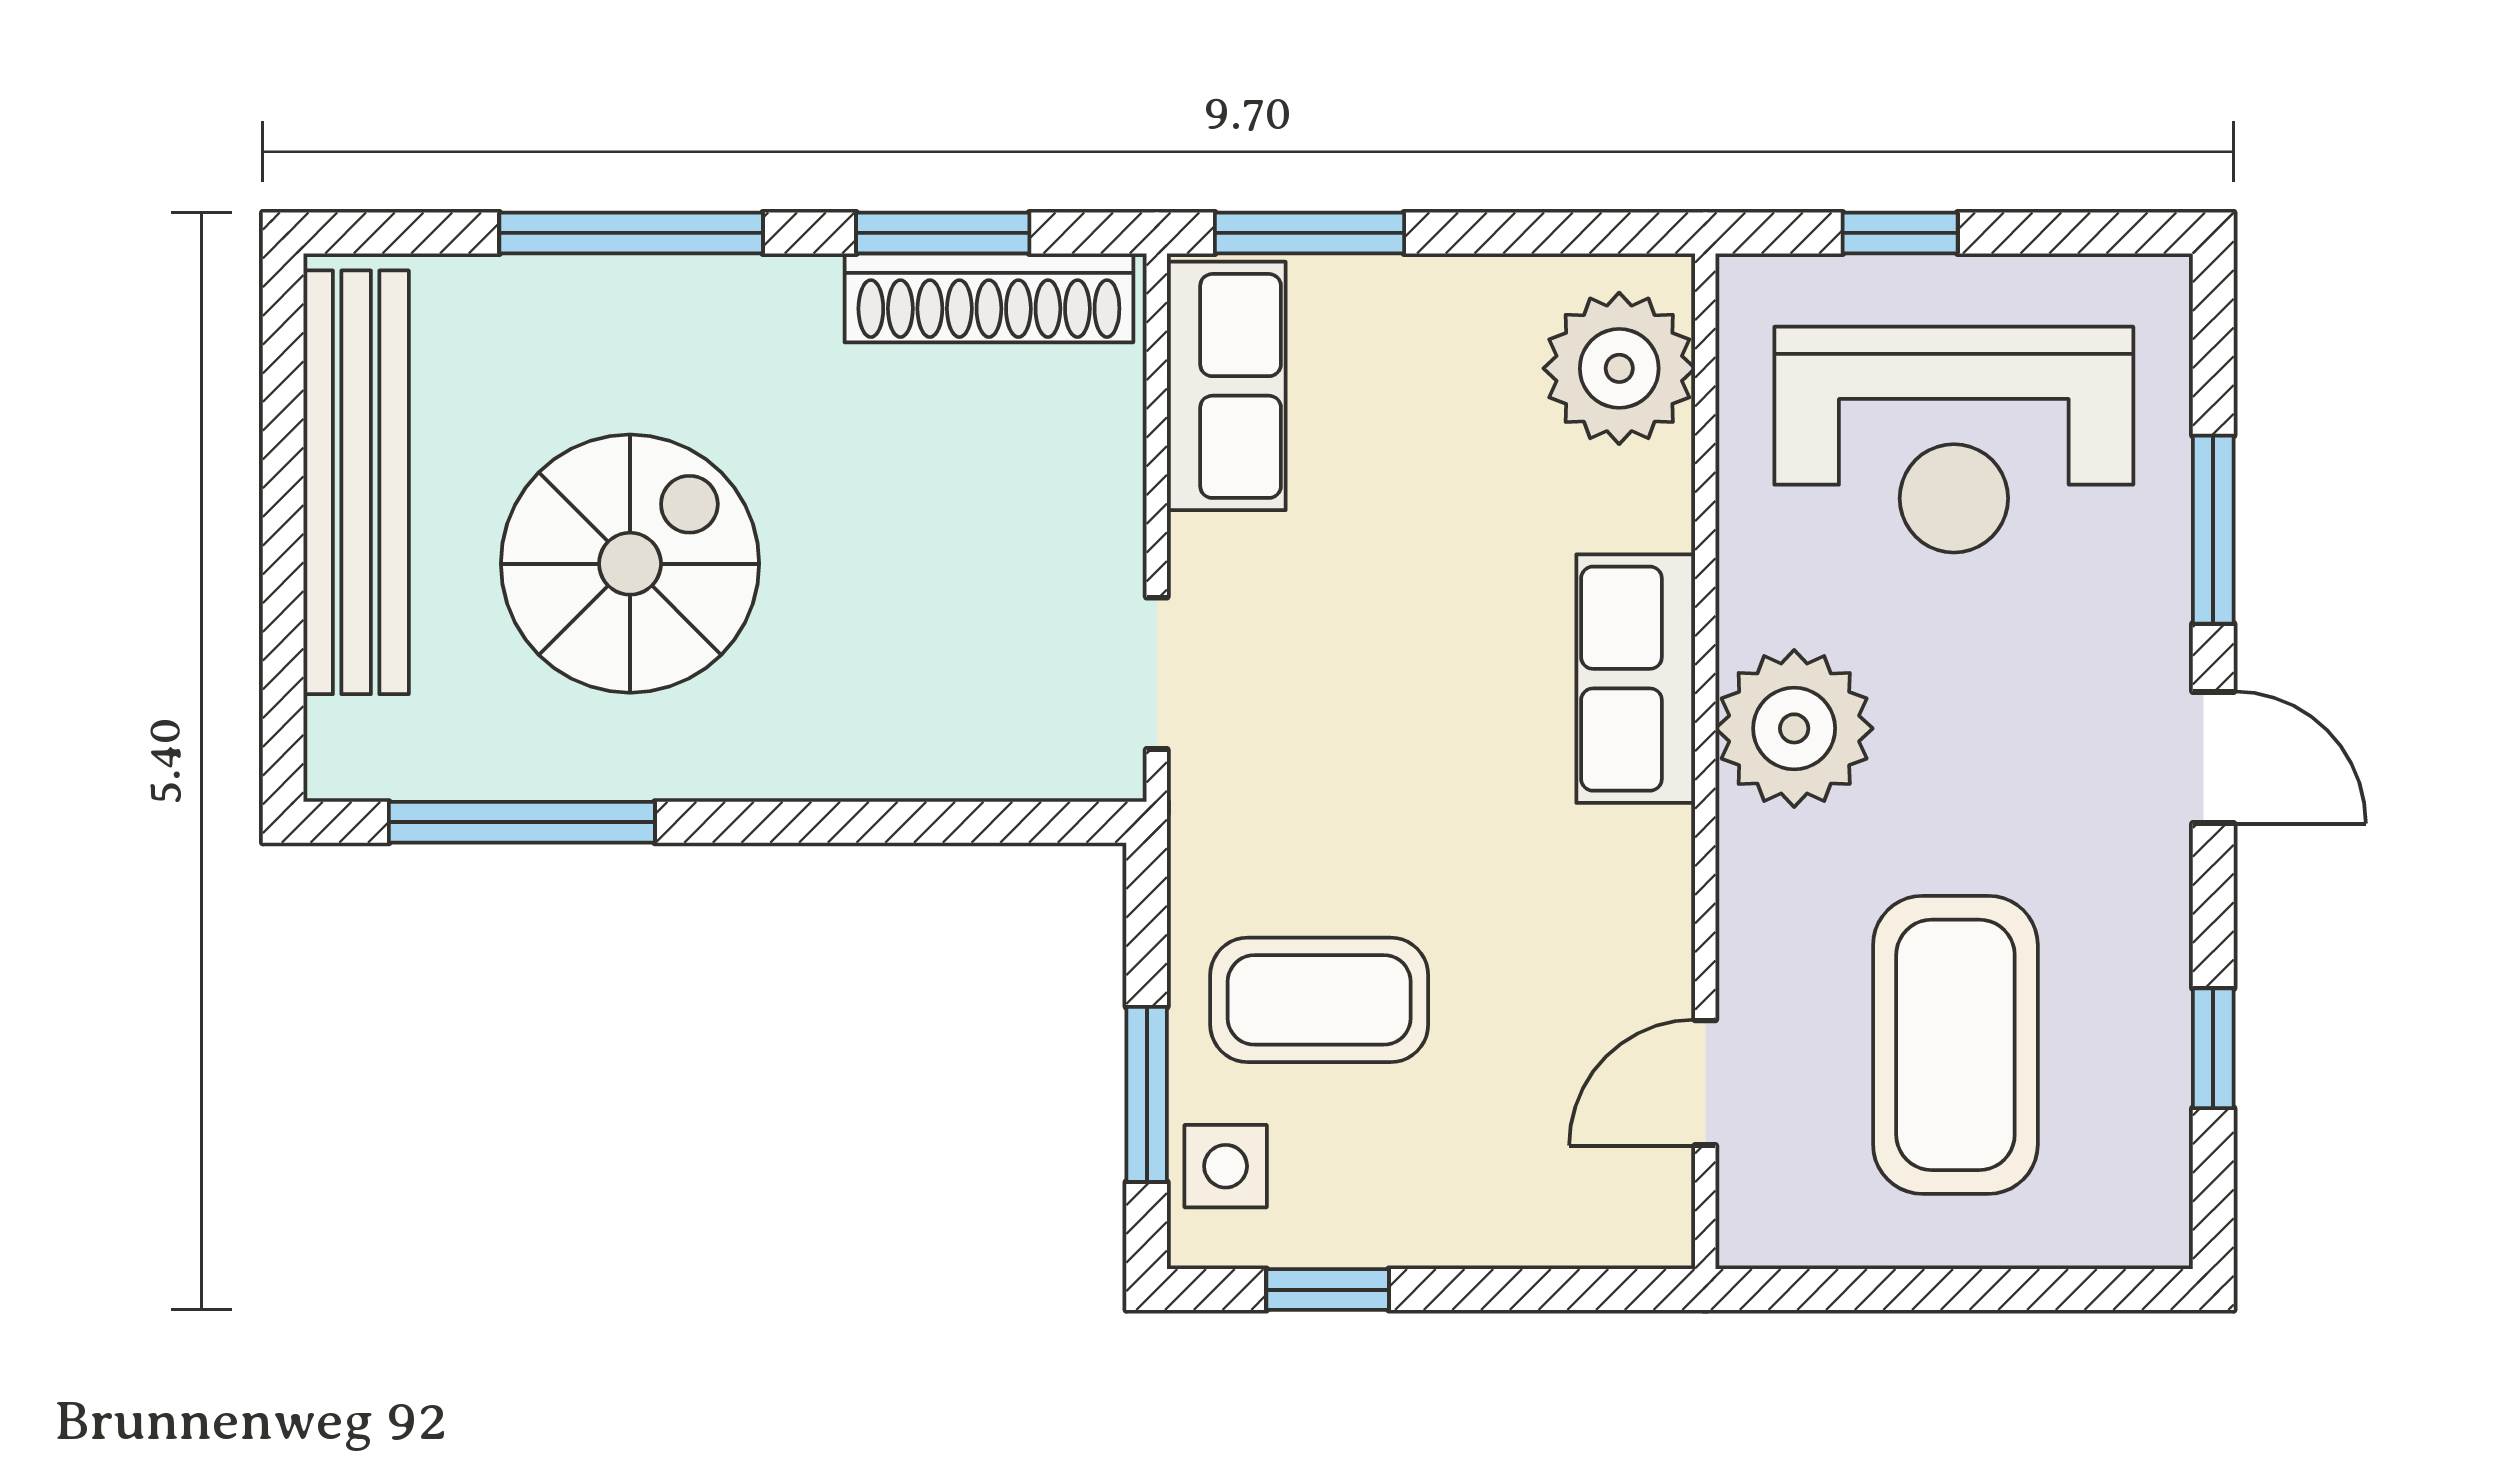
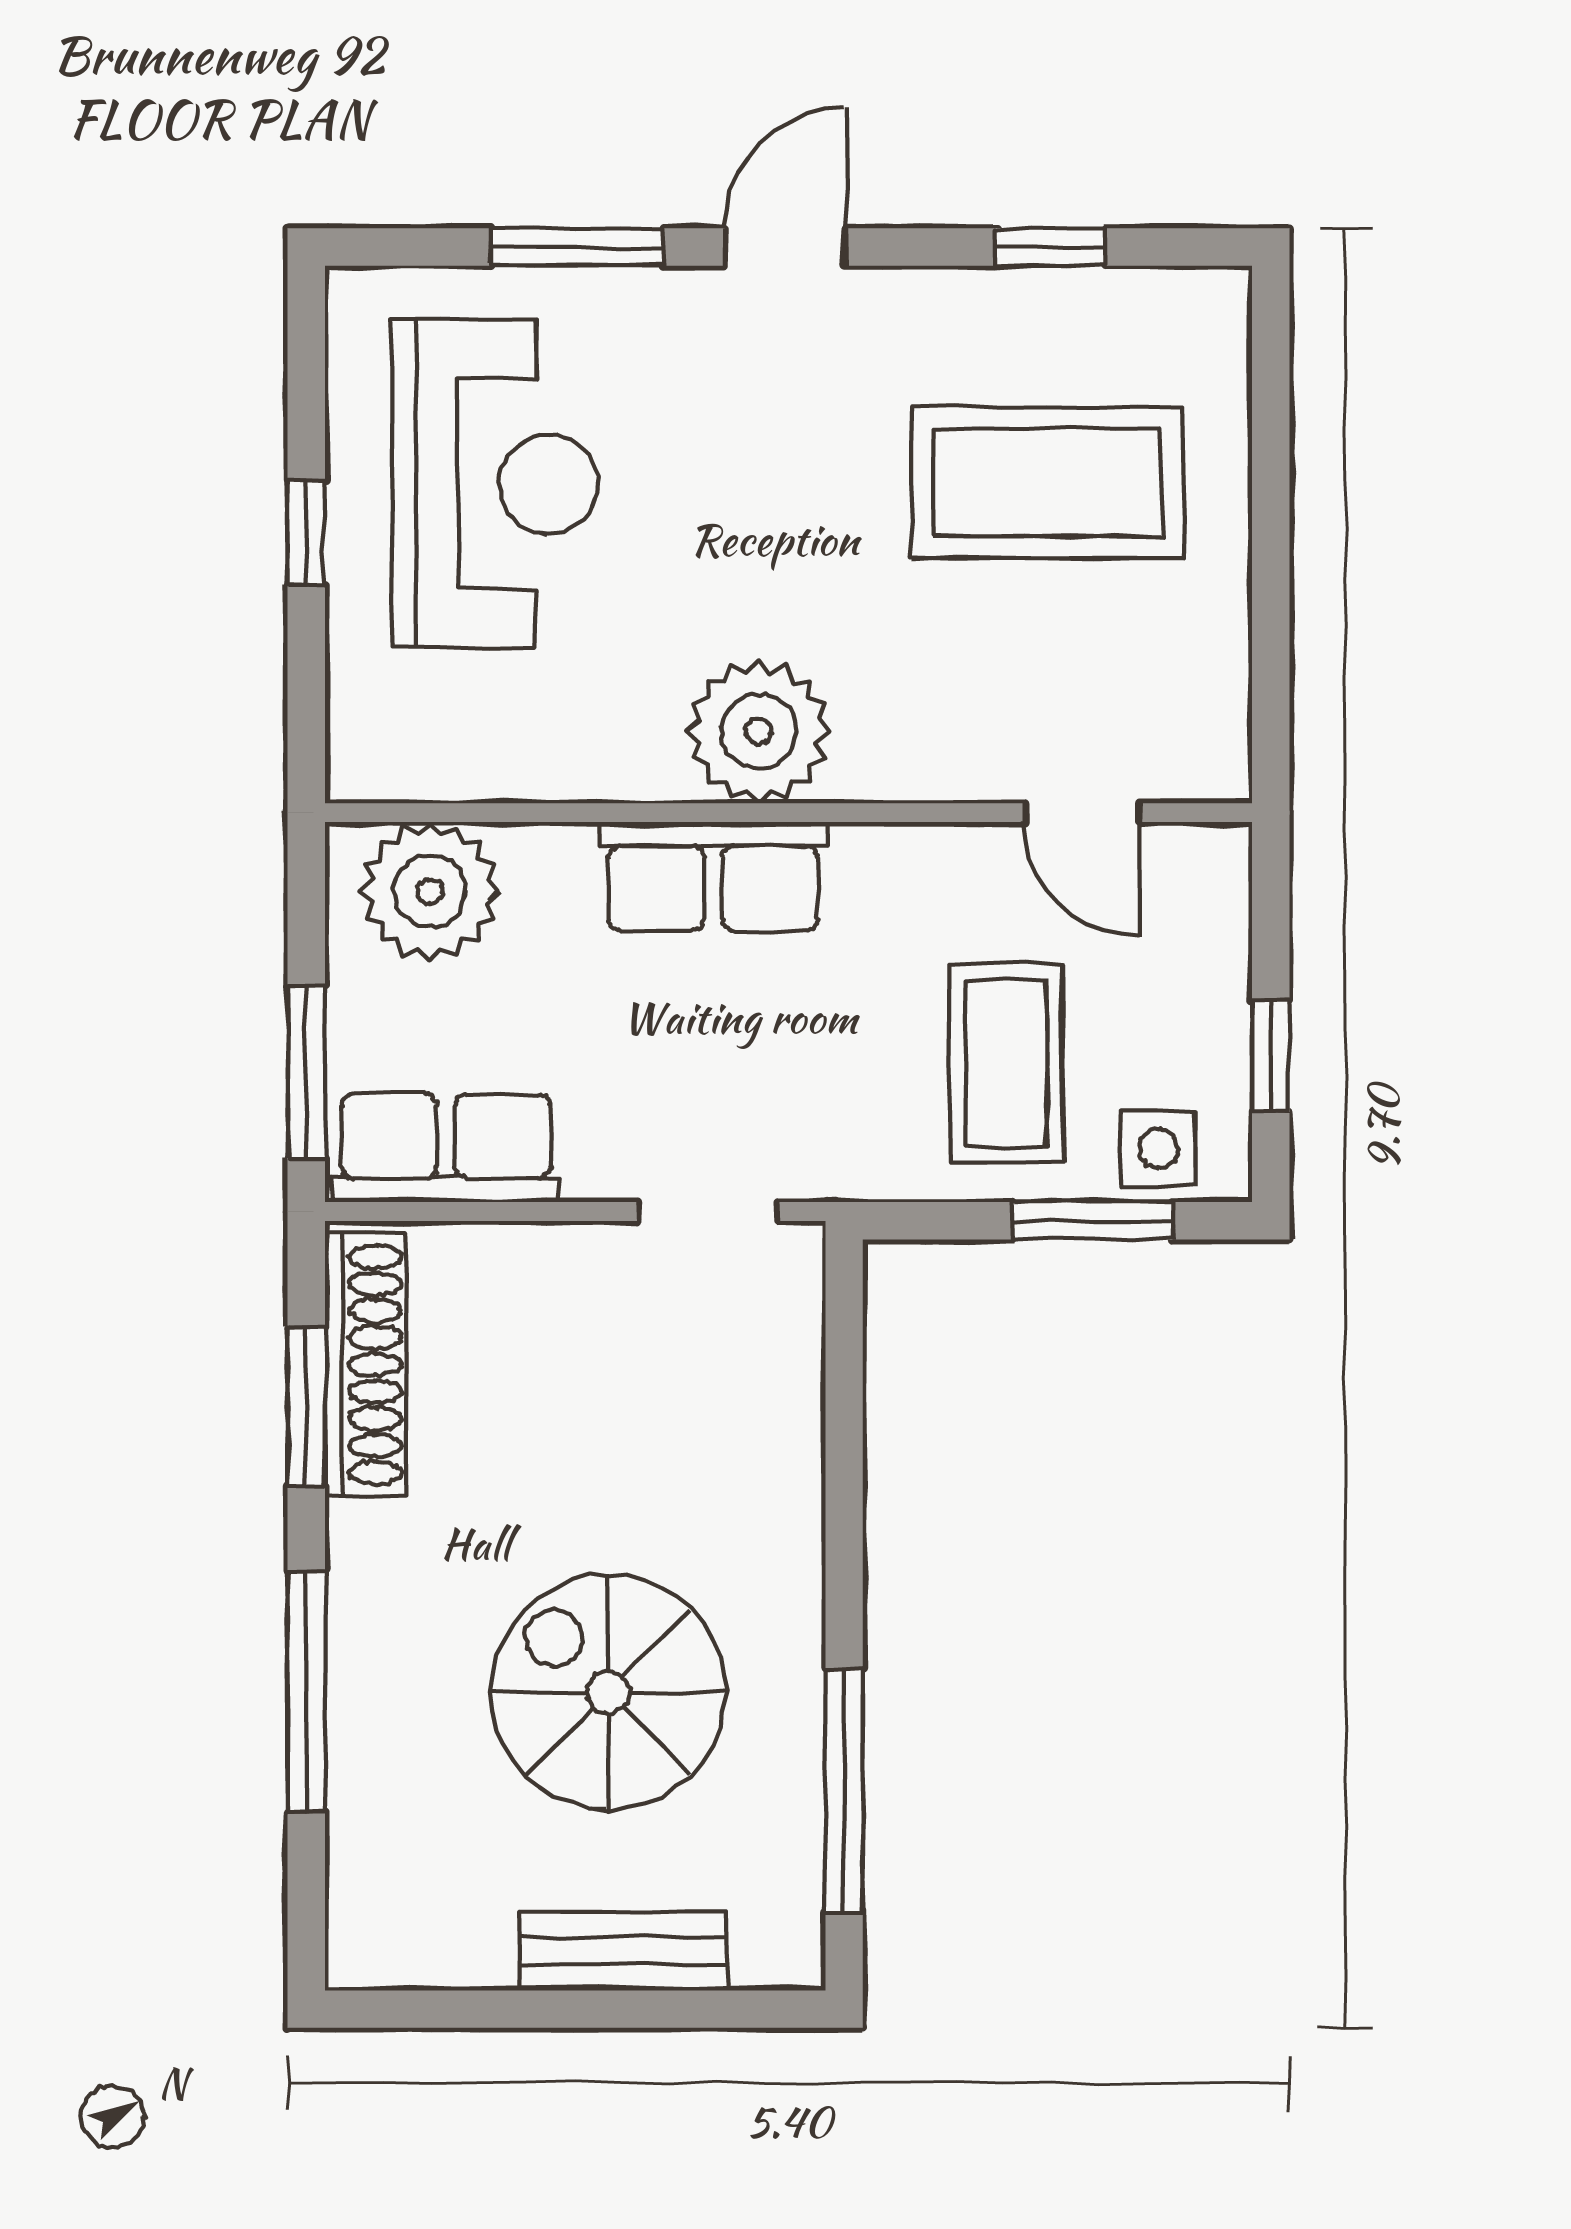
plant: (1619, 368) -> (430, 891), moved
bench: (356, 482) -> (624, 1951), width x0.54, depth x0.82
row of seats: (1636, 679) -> (713, 876), moved
plant: (1794, 728) -> (759, 732), moved
wall: (1705, 761) -> (789, 813), moved
door: (1705, 1083) -> (1082, 813), moved

